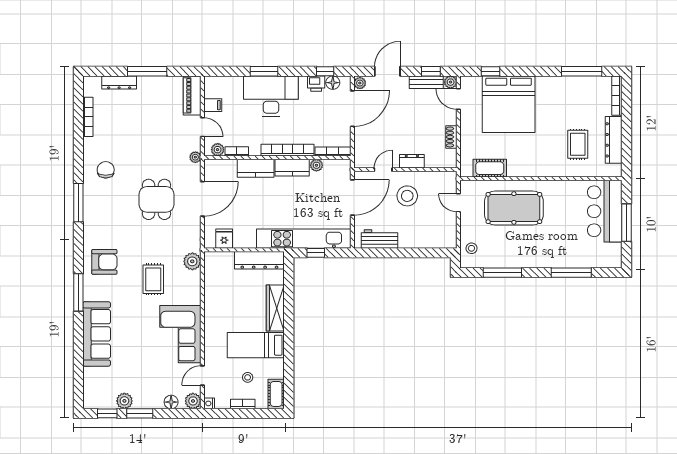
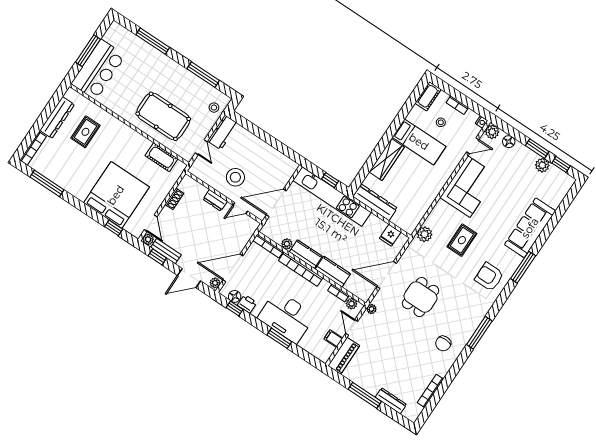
workbench: (379, 239) -> (223, 132), moved, turned -90

